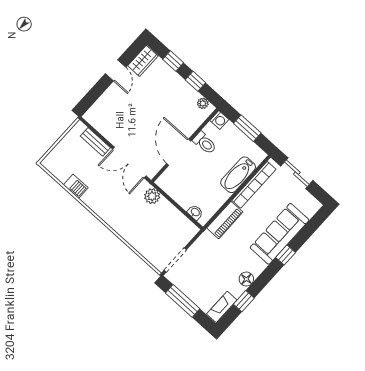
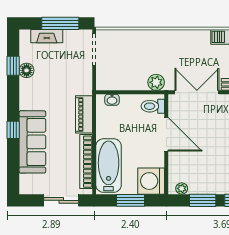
window: (195, 81) -> (203, 200), width x1.50
washing machine: (219, 120) -> (151, 181), width x1.89, depth x1.89
toilet: (205, 143) -> (153, 106), moved
bathtub: (238, 175) -> (109, 166), width x1.36, depth x1.36
floor lamp: (246, 279) -> (27, 70), moved
fireplace: (222, 307) -> (47, 36), moved, turned 90

